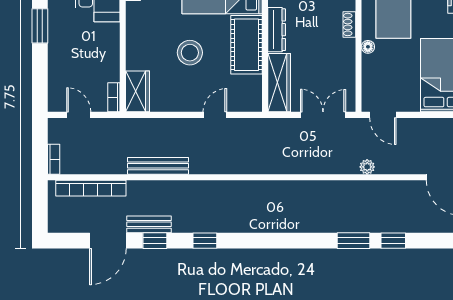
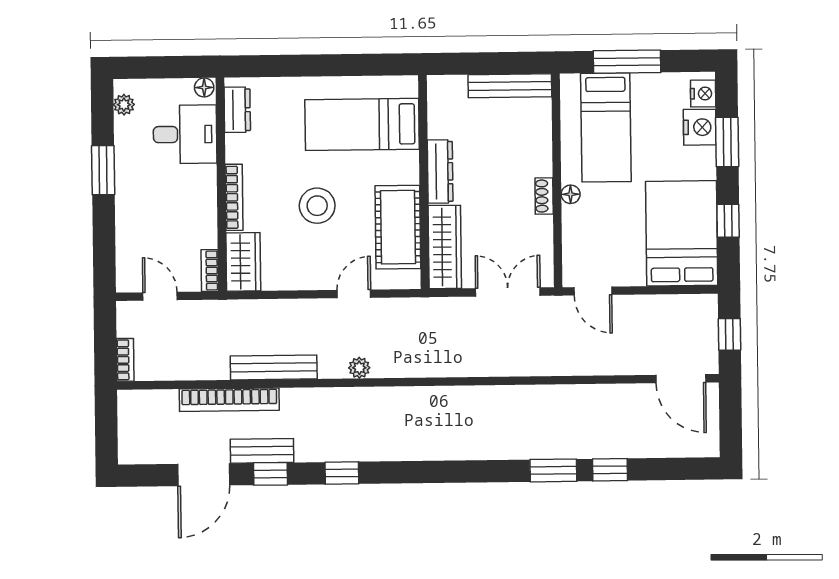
shoe rack: (349, 24) -> (544, 196), moved
cot: (246, 45) -> (398, 227), moved
bookcase: (132, 46) -> (234, 197), added
plant: (367, 167) -> (359, 368), moved
bookcase: (91, 188) -> (229, 400), moved

